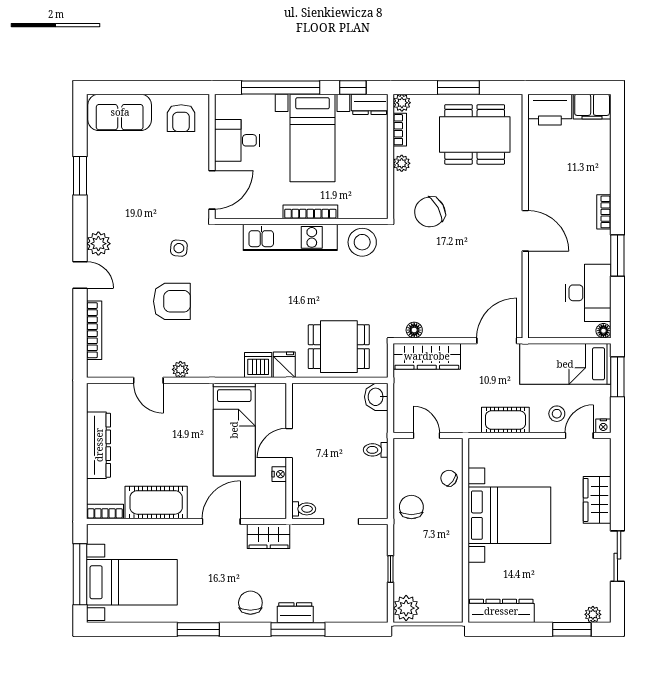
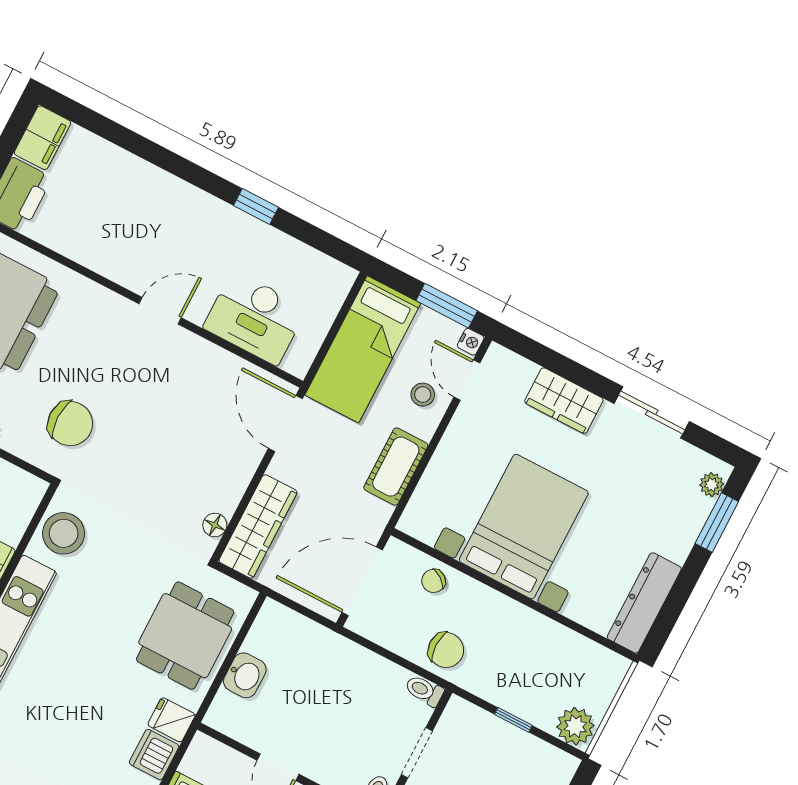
chair: (430, 212) -> (70, 424), turned -61
bookcase: (604, 212) -> (189, 194), removed
door: (525, 231) -> (160, 311), width x0.73
window: (617, 256) -> (256, 206), width x0.67
desk: (588, 293) -> (255, 318), moved, turned 180
floor lamp: (603, 331) -> (345, 276), removed
window: (617, 377) -> (447, 306), moved
washbasin: (376, 397) -> (245, 675), moved, turned -90
door: (426, 436) -> (362, 581), width x1.88
toilet: (376, 450) -> (424, 691), moved, turned 90
chair: (411, 507) -> (446, 650), turned 180

